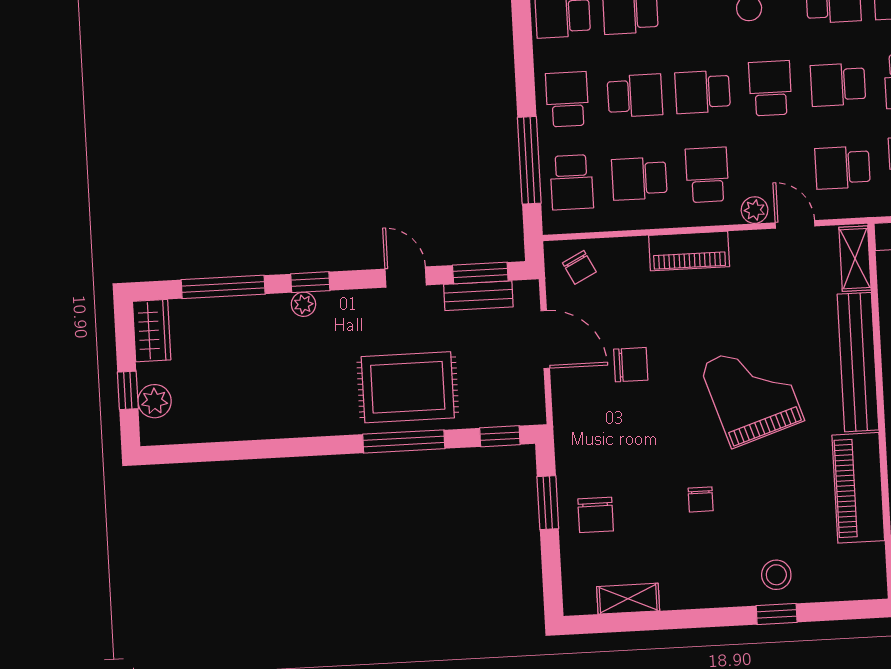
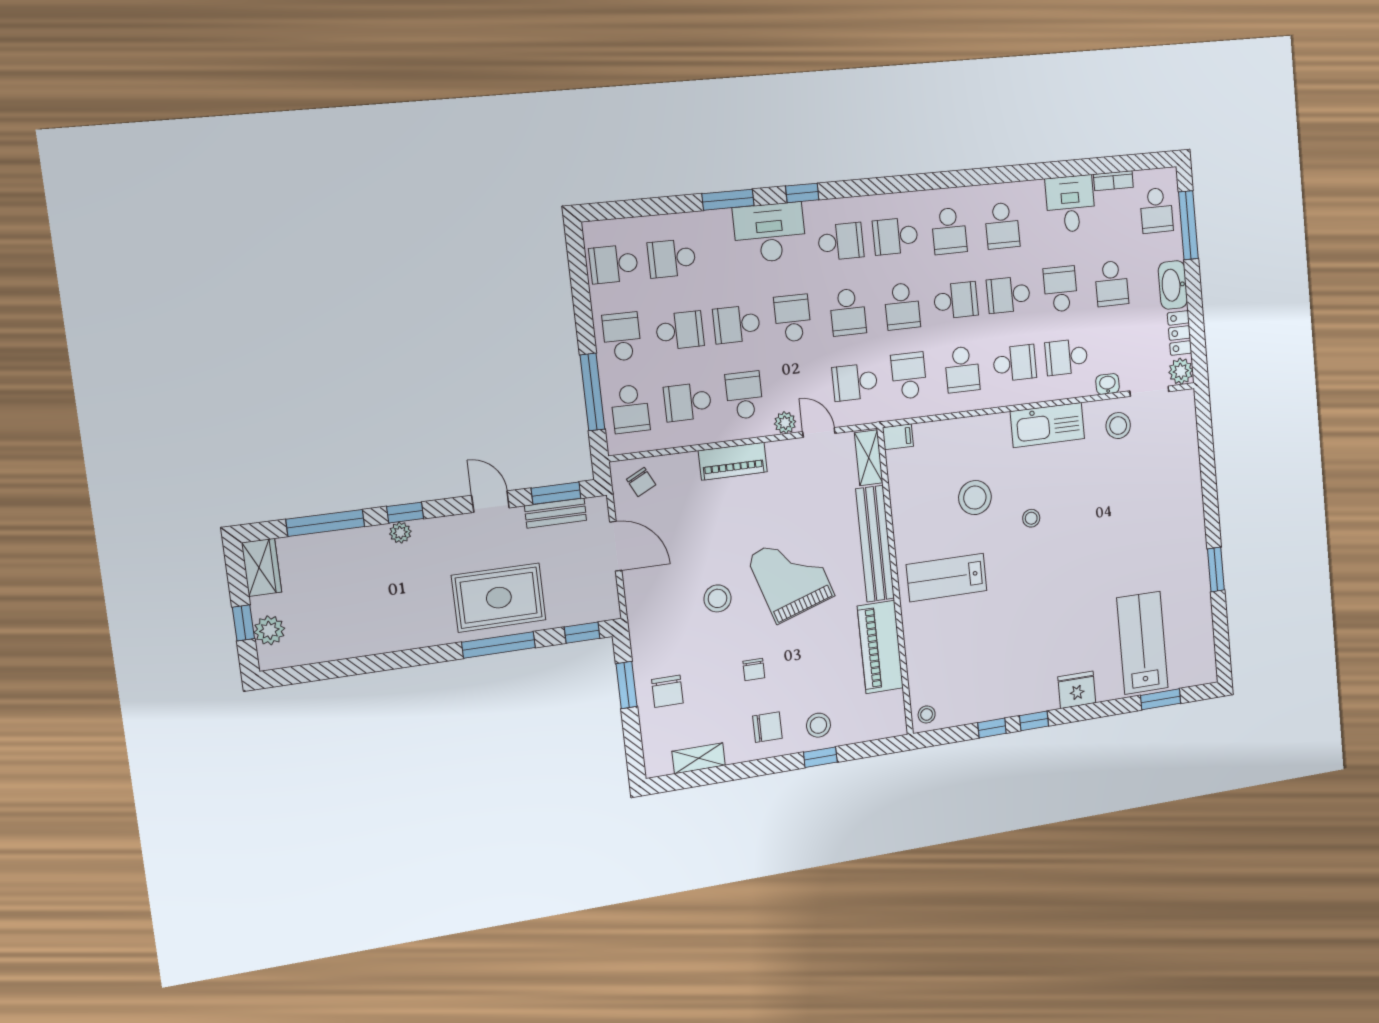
school desk: (838, 85) -> (848, 312), turned -90
chair: (631, 365) -> (767, 727), moved
stool: (662, 411) -> (717, 598), added

